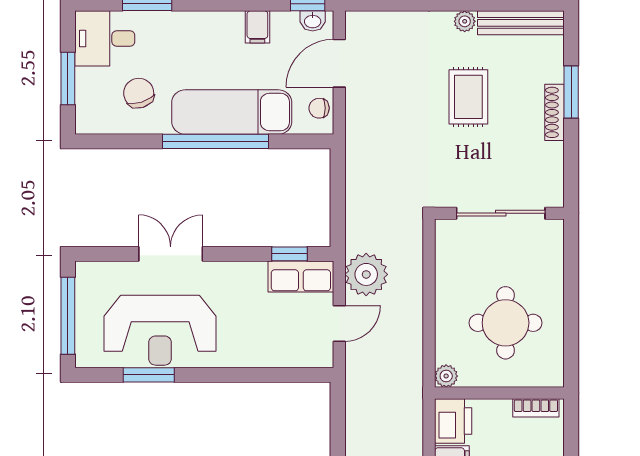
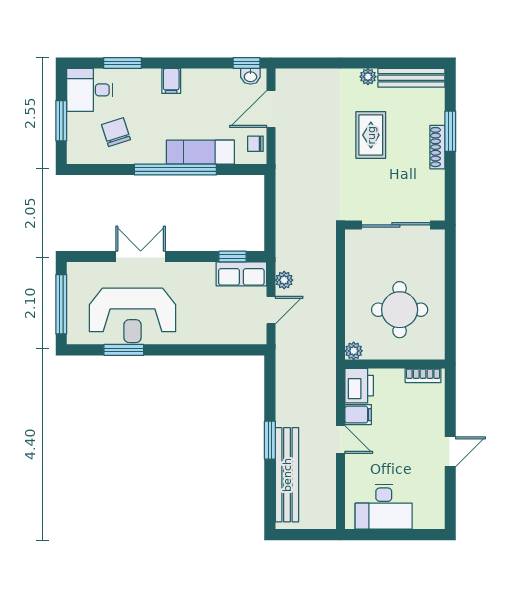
filing cabinet: (257, 27) -> (171, 81), moved
exam couch: (232, 112) -> (200, 152), width x0.73, depth x0.69
plant: (366, 274) -> (284, 280), width x0.53, depth x0.53

